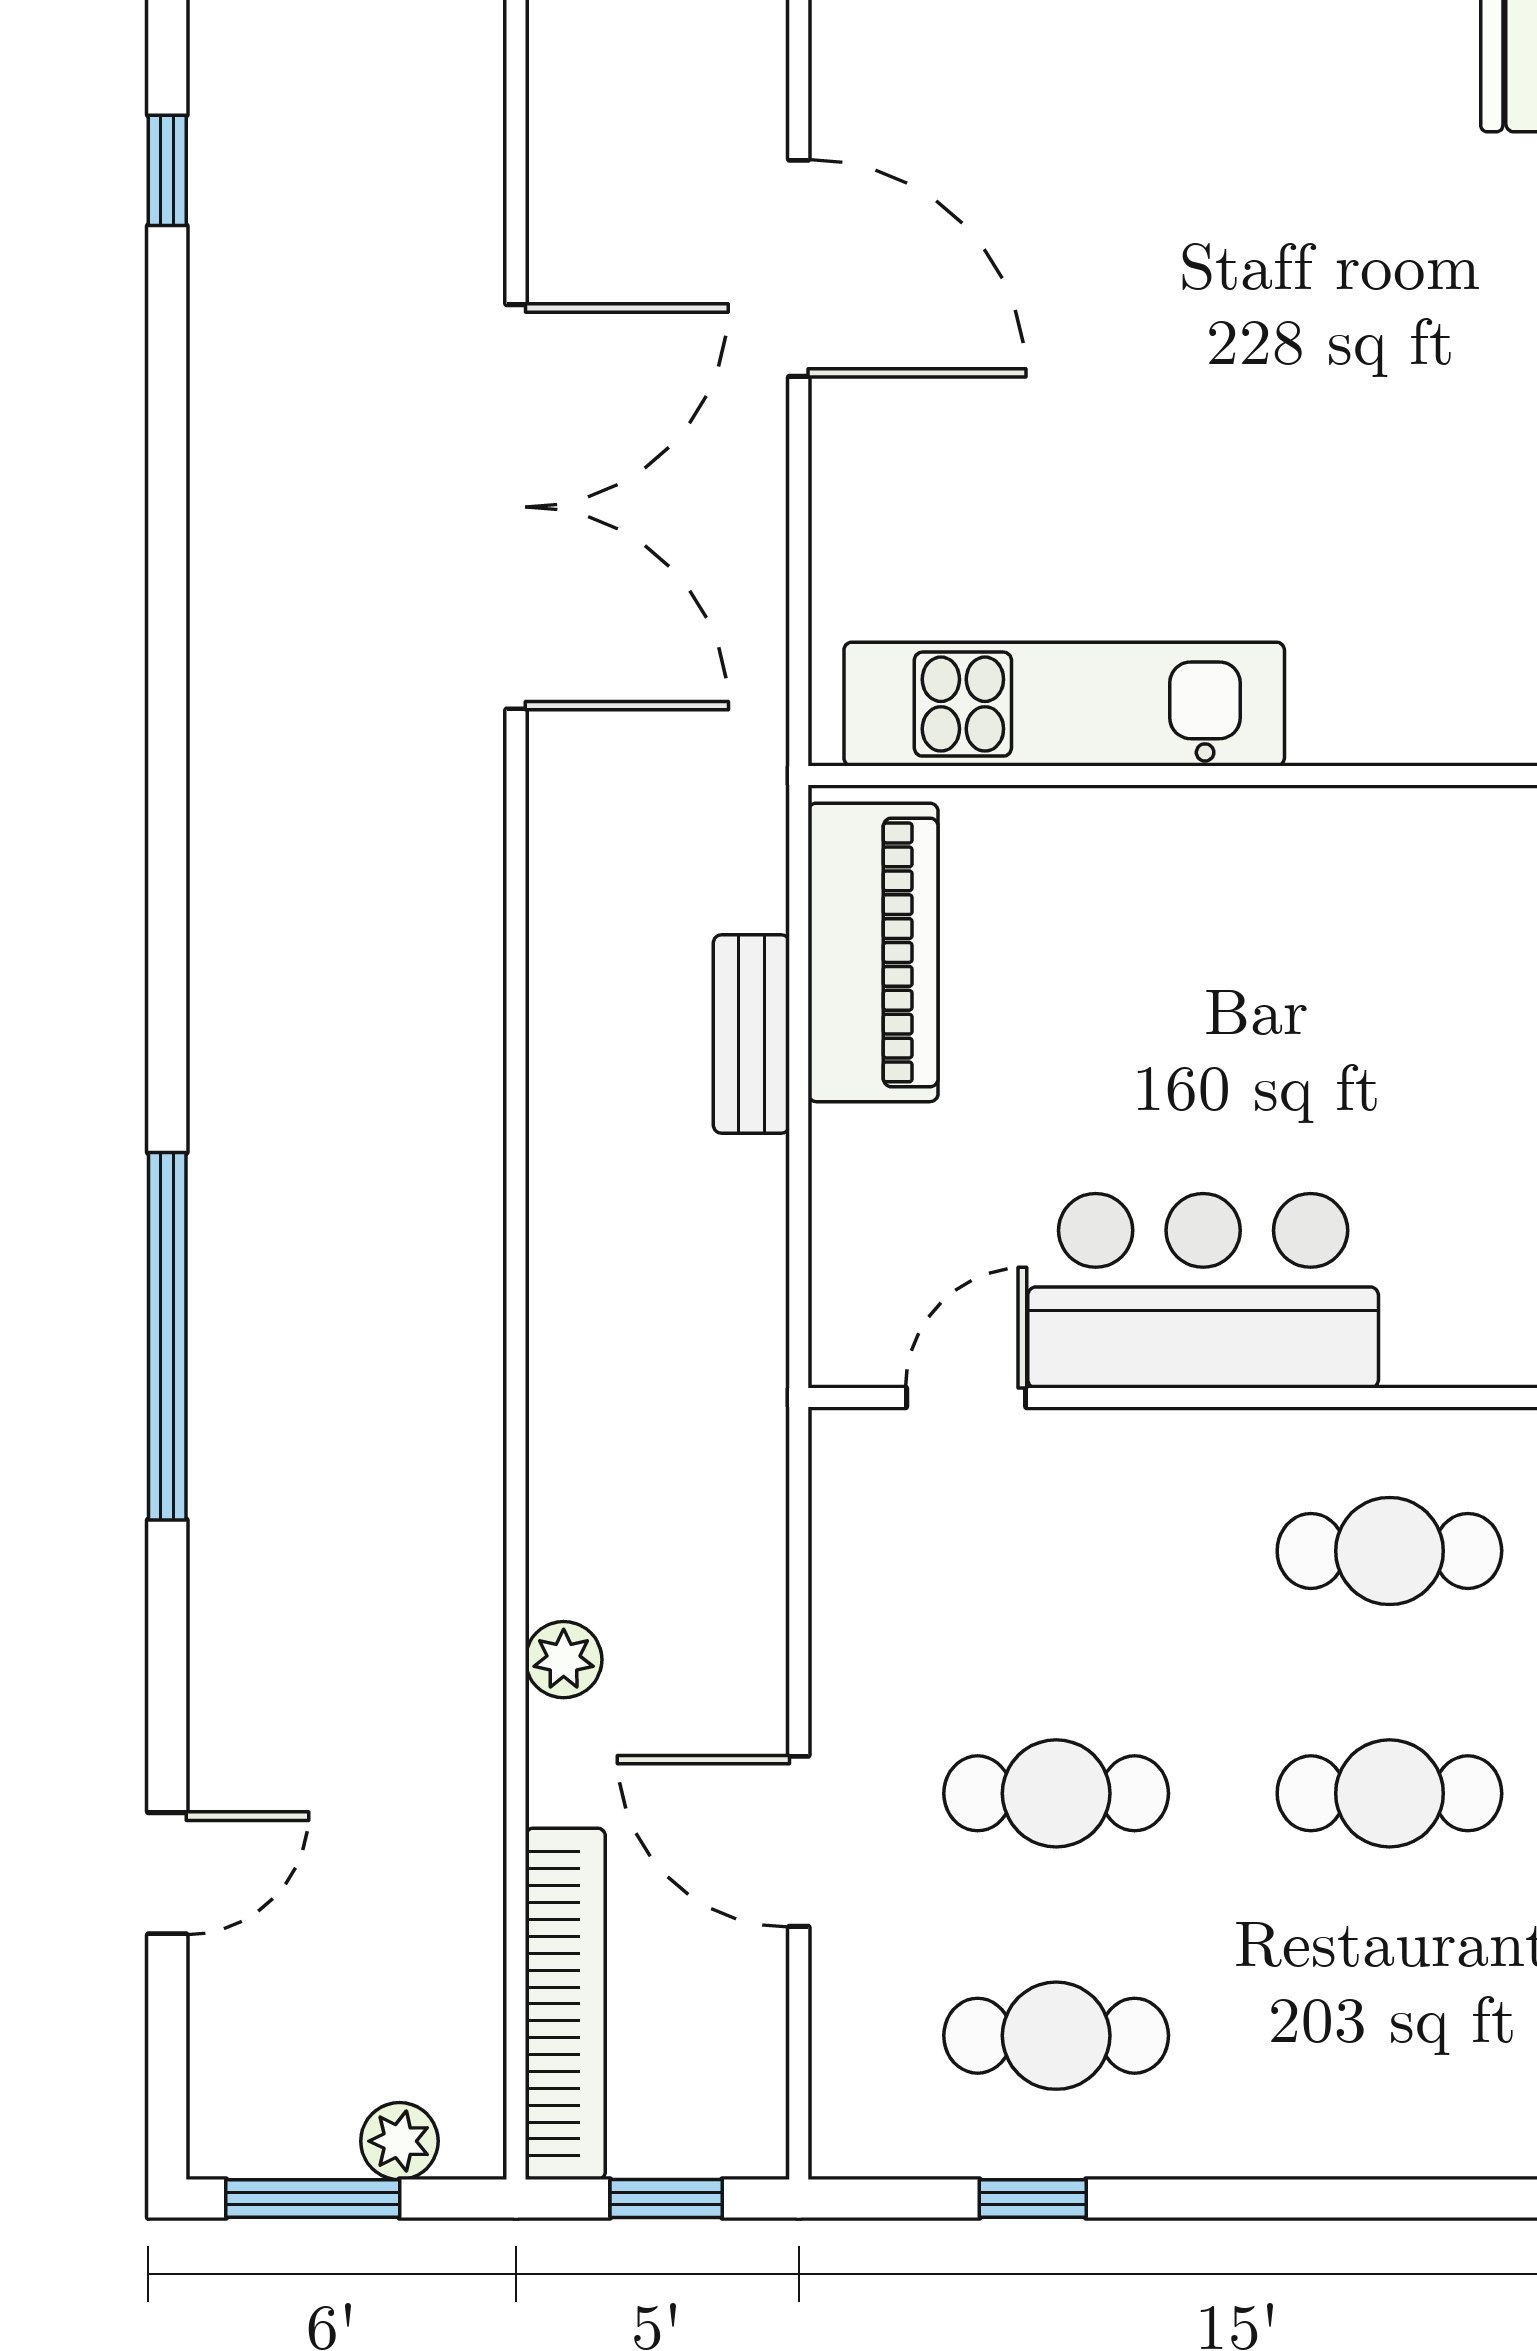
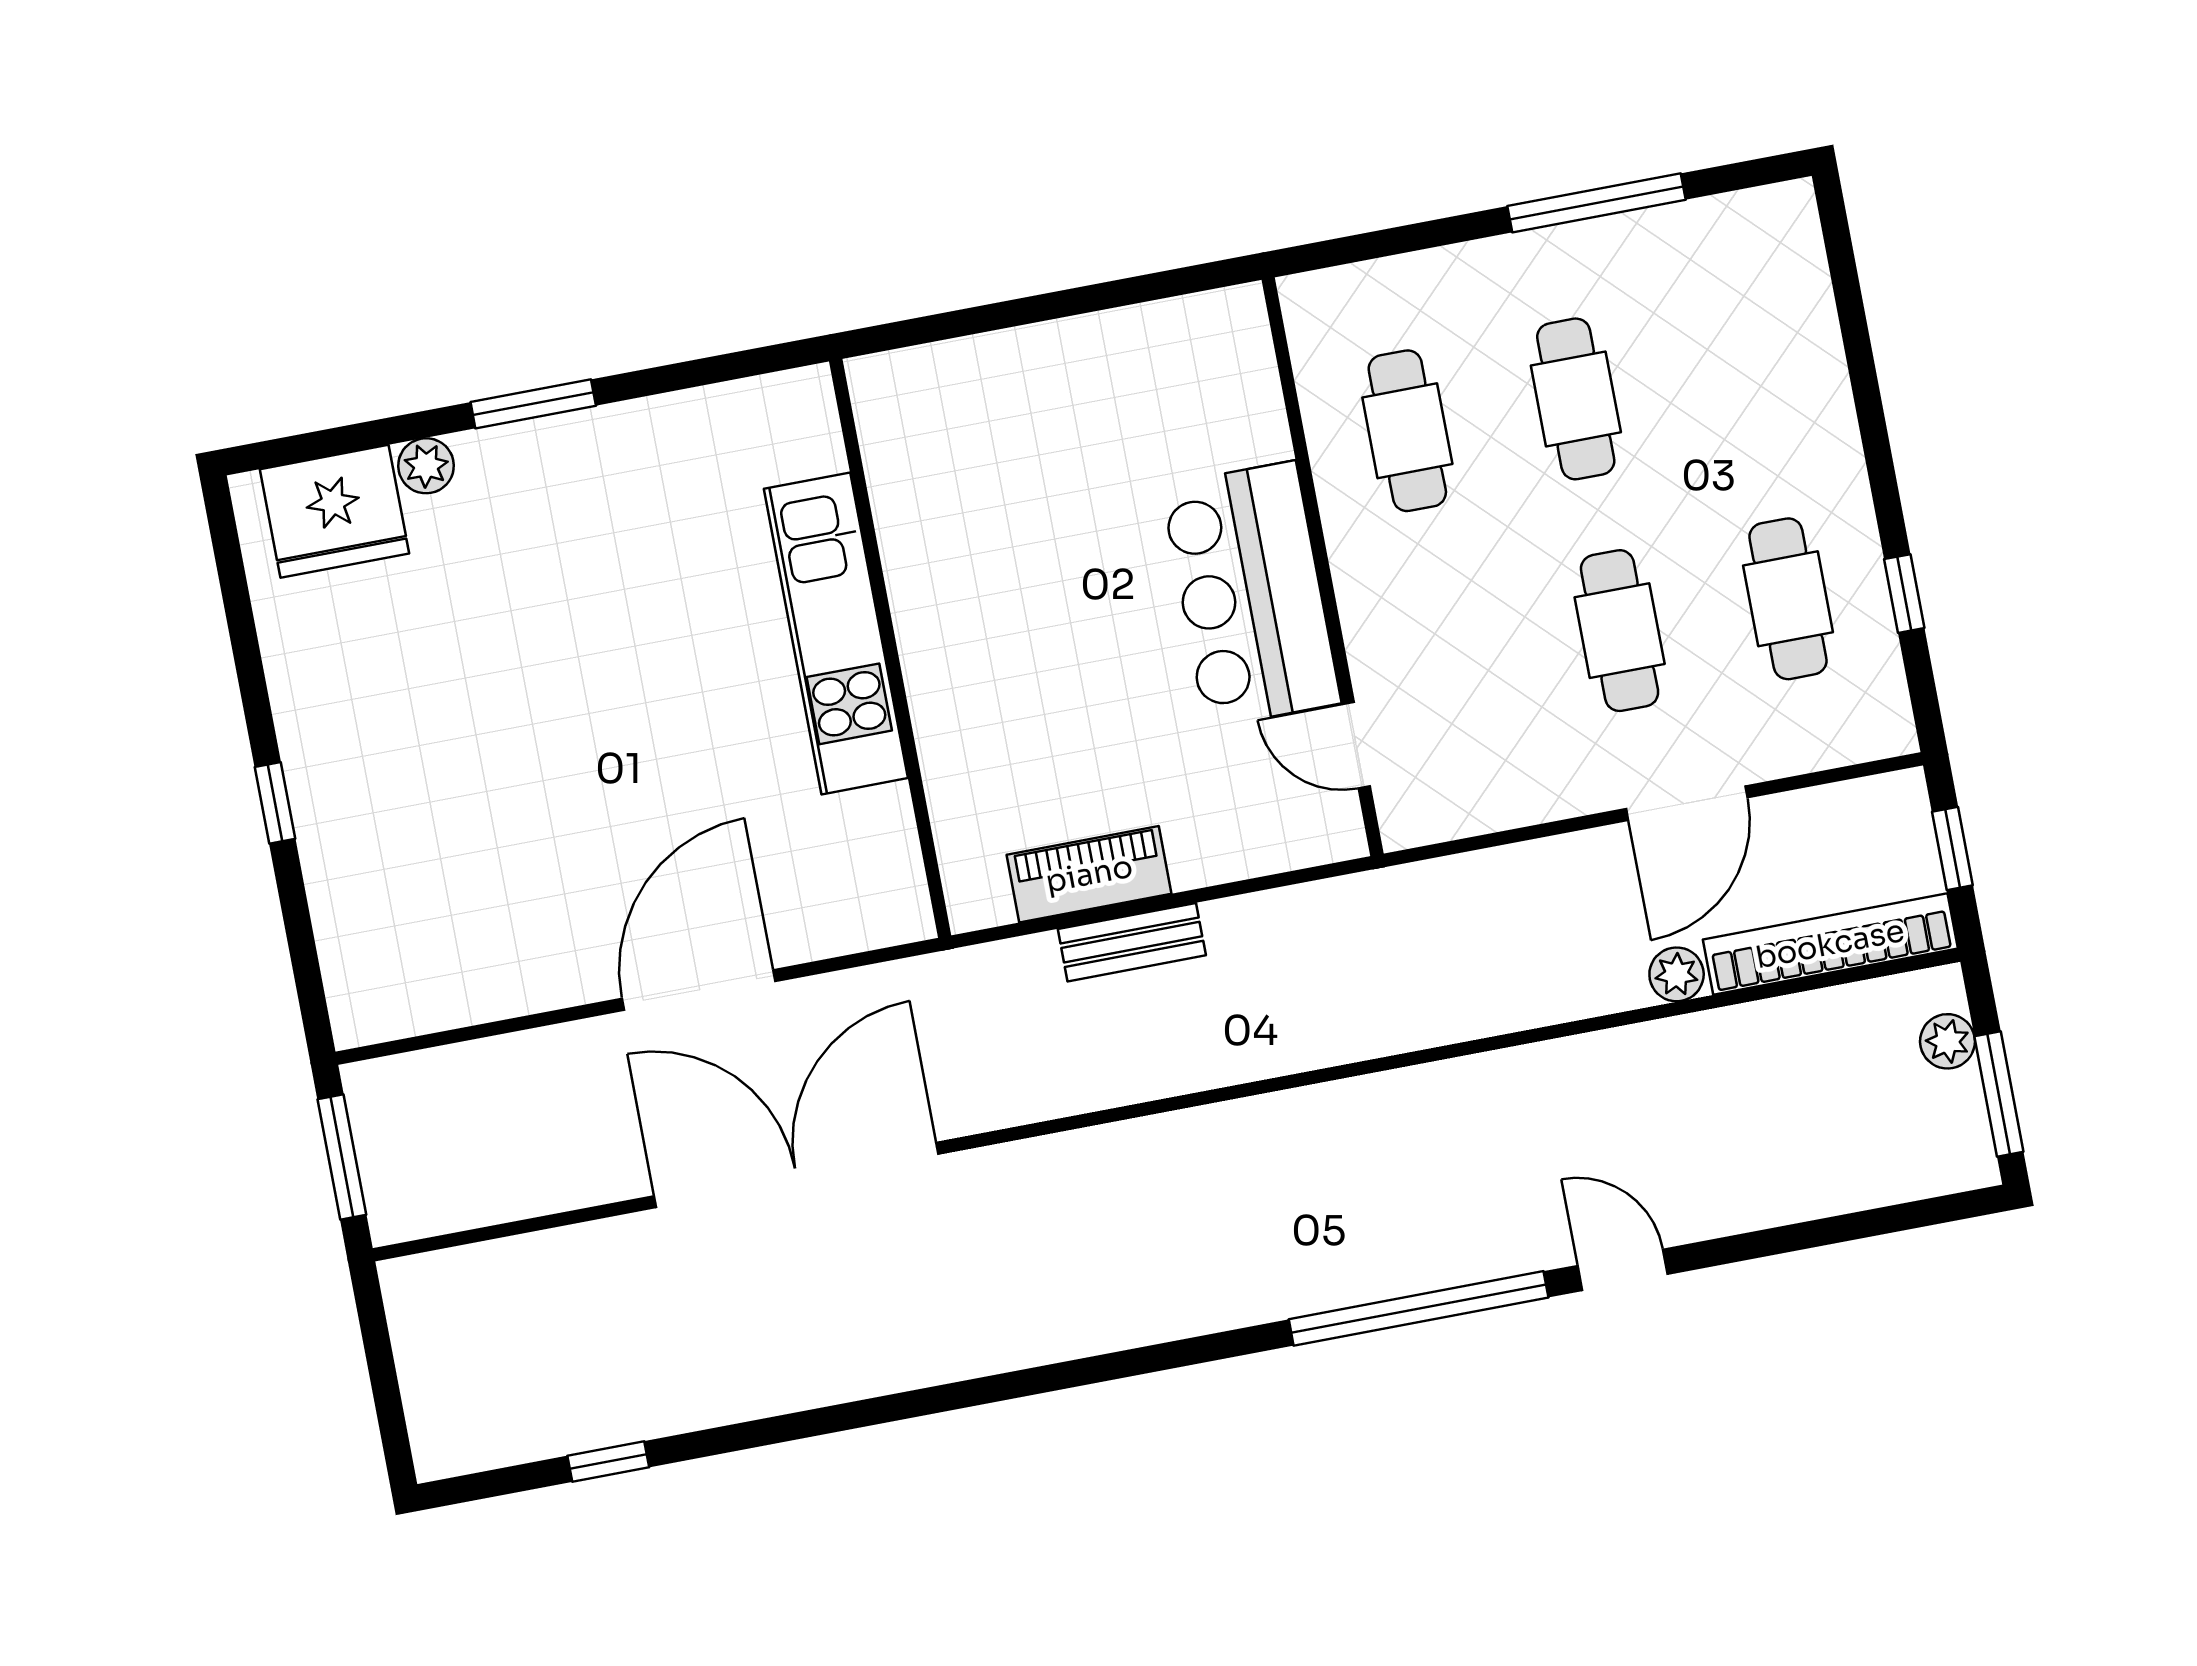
door: (799, 268) -> (699, 990), moved
kitchen unit: (1064, 704) -> (836, 633), moved
piano: (873, 952) -> (1089, 874), width x0.73, depth x0.75
plant: (564, 1660) -> (1677, 974), moved
door: (167, 1873) -> (1623, 1270), moved

